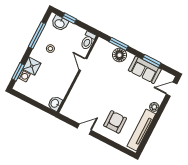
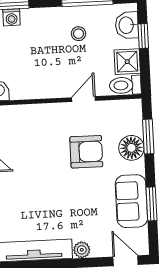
shower: (32, 66) -> (127, 62), moved
armchair: (115, 122) -> (86, 152), moved

